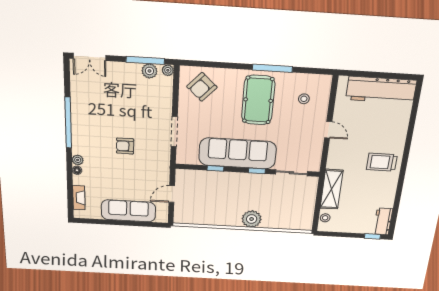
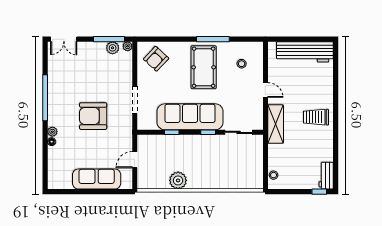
armchair: (125, 146) -> (93, 116), width x1.88, depth x1.88
shelving: (332, 189) -> (276, 124), moved
fireplace: (79, 198) -> (53, 168), removed
plant: (252, 219) -> (178, 180), moved

